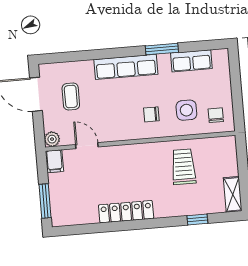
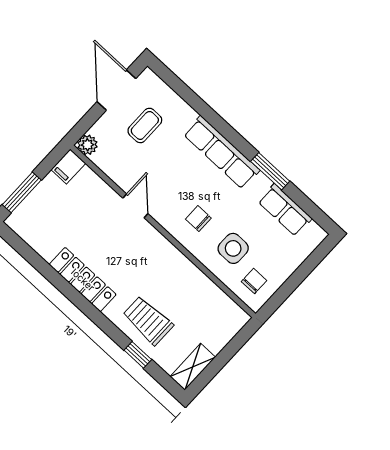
door: (87, 146) -> (135, 206), moved
trolley: (183, 167) -> (148, 320), moved, turned -90

